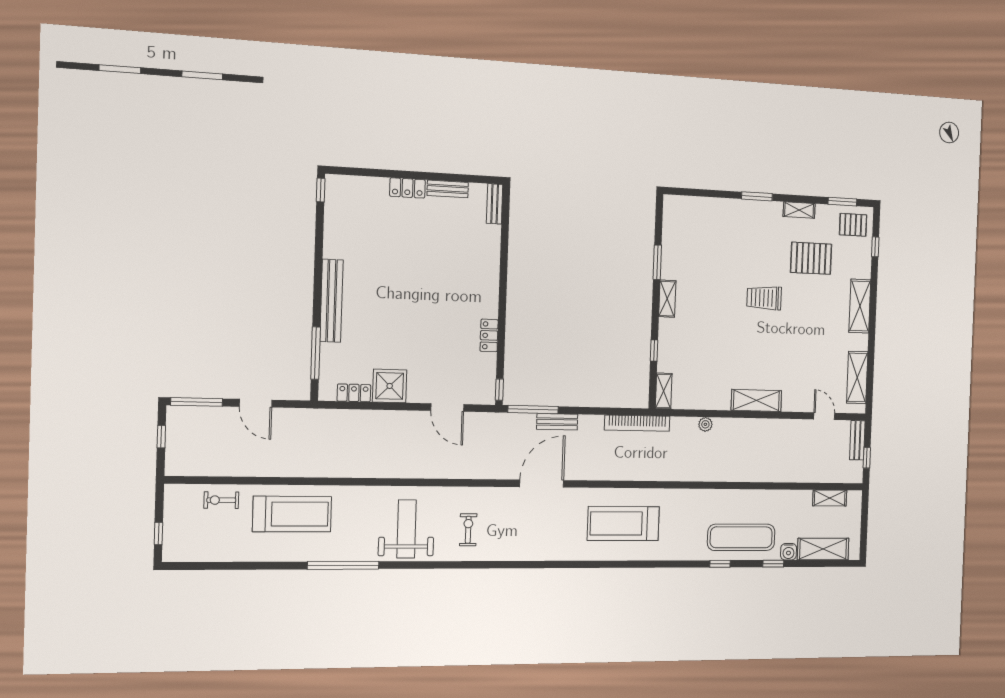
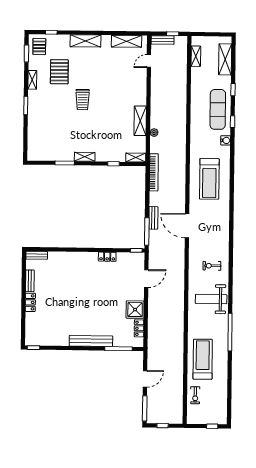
shelving: (756, 400) -> (140, 121), moved
water cooler: (789, 552) -> (226, 140), moved

